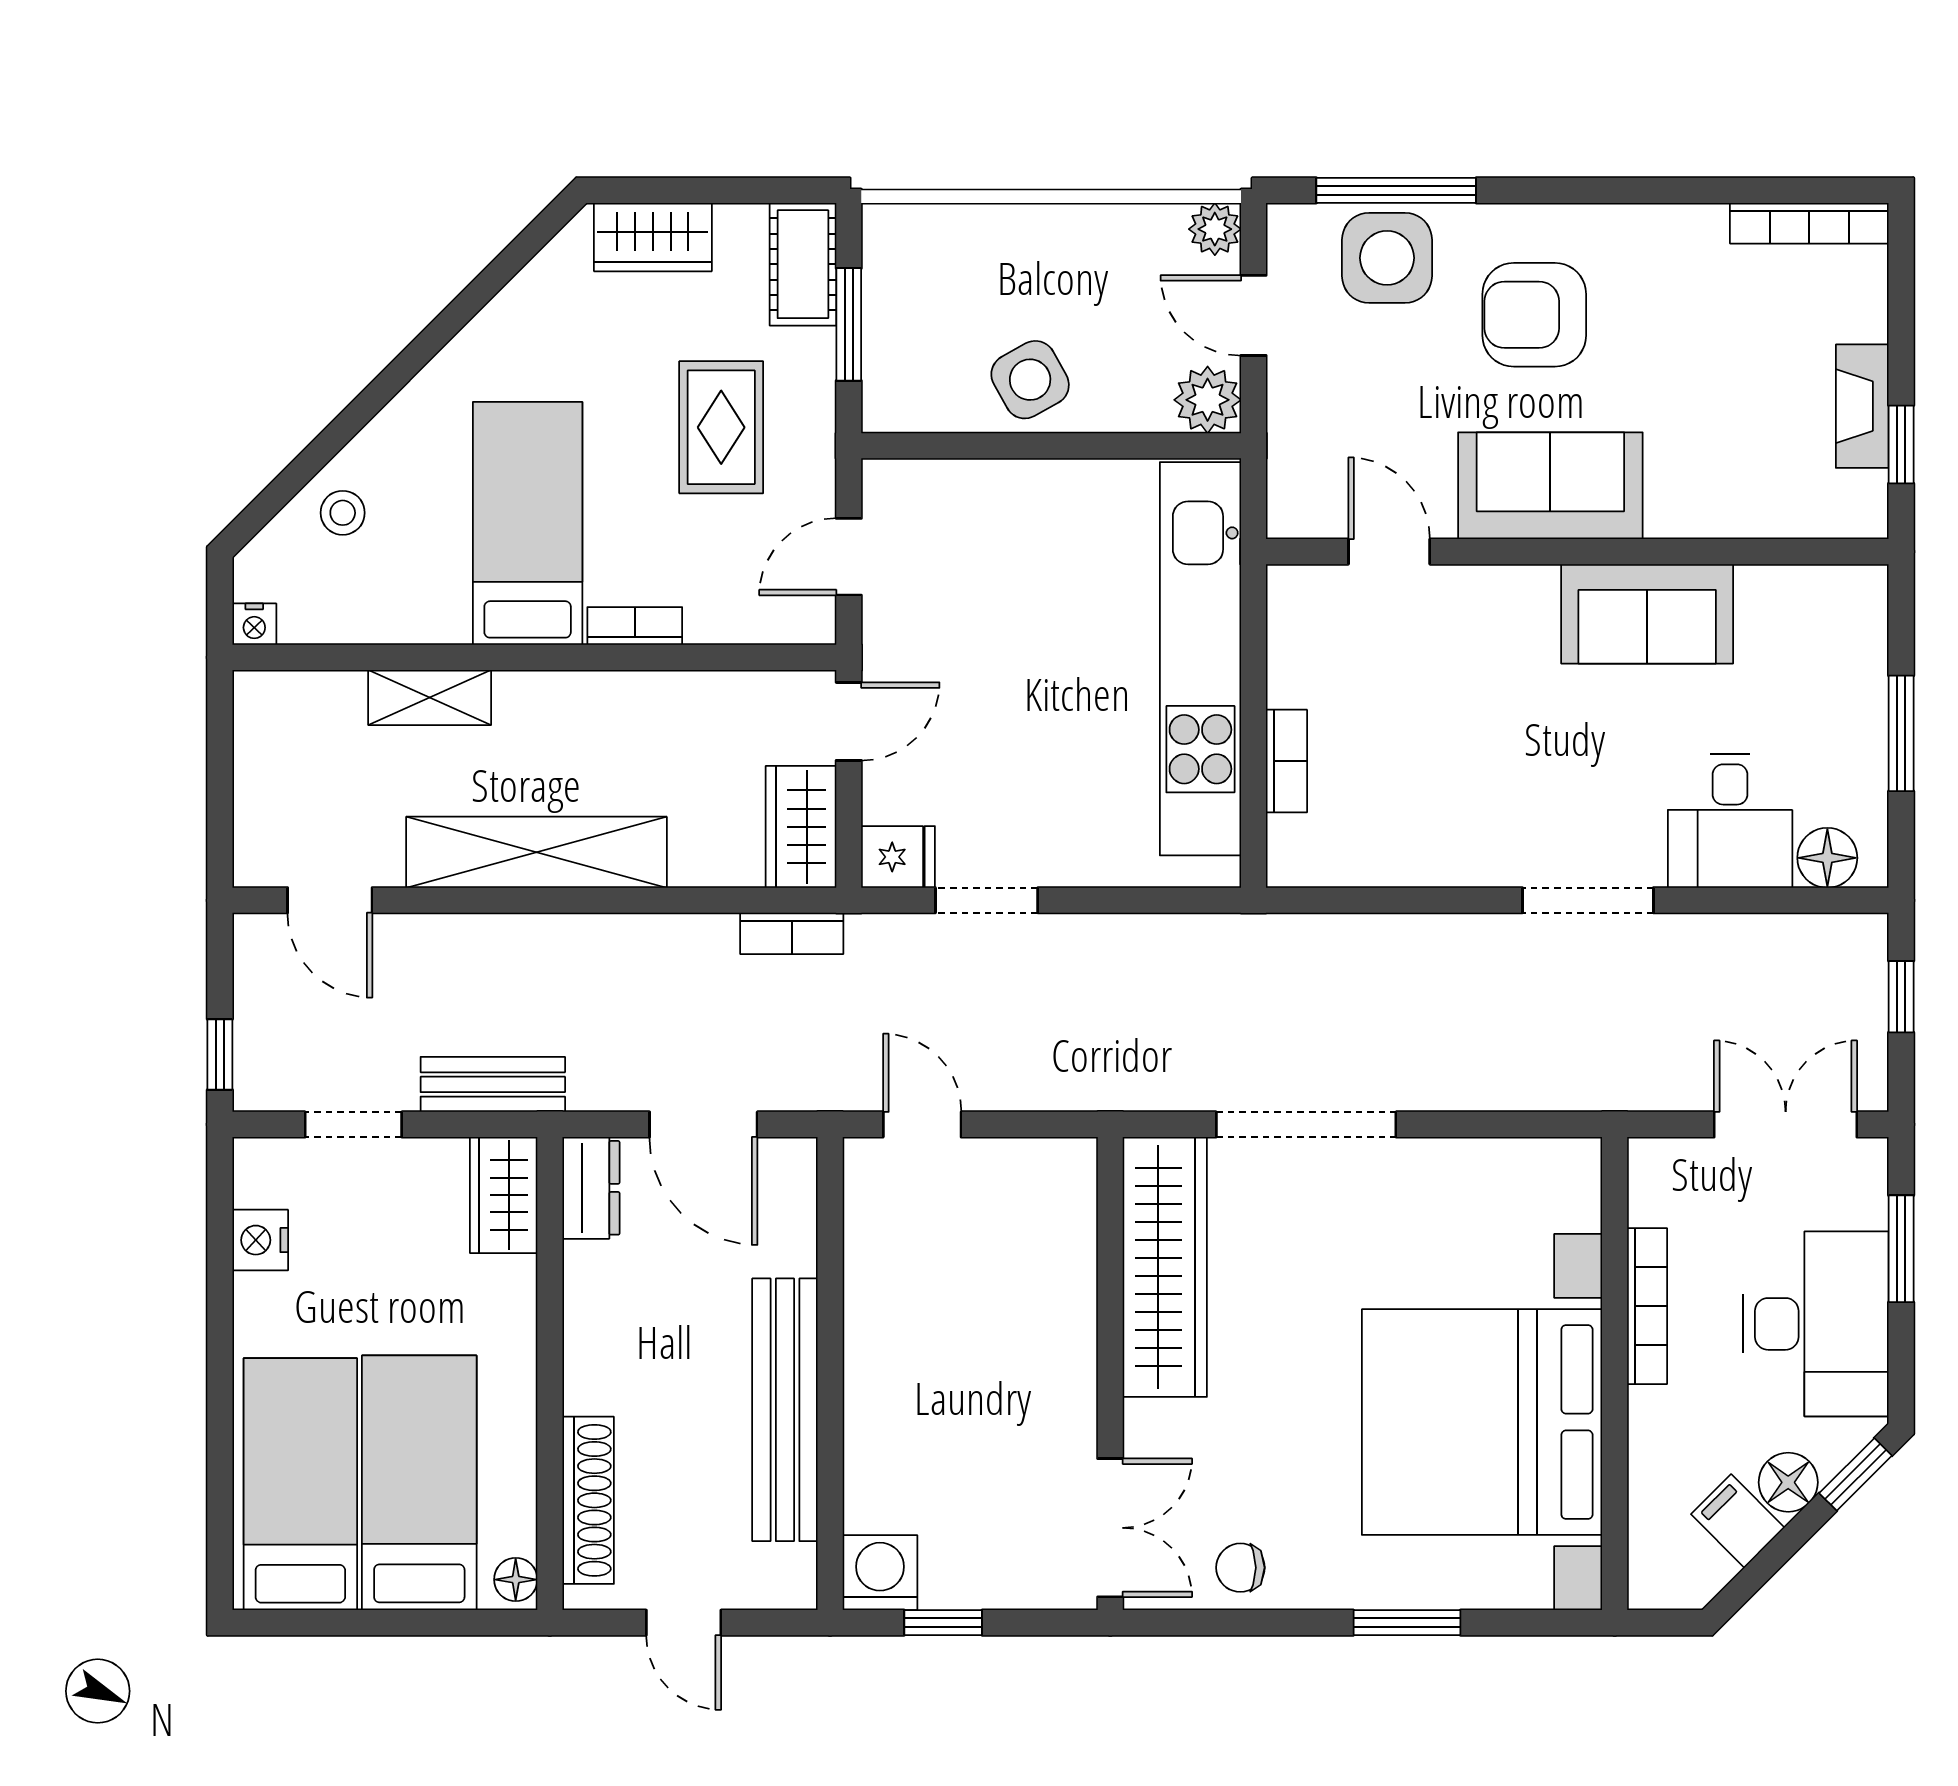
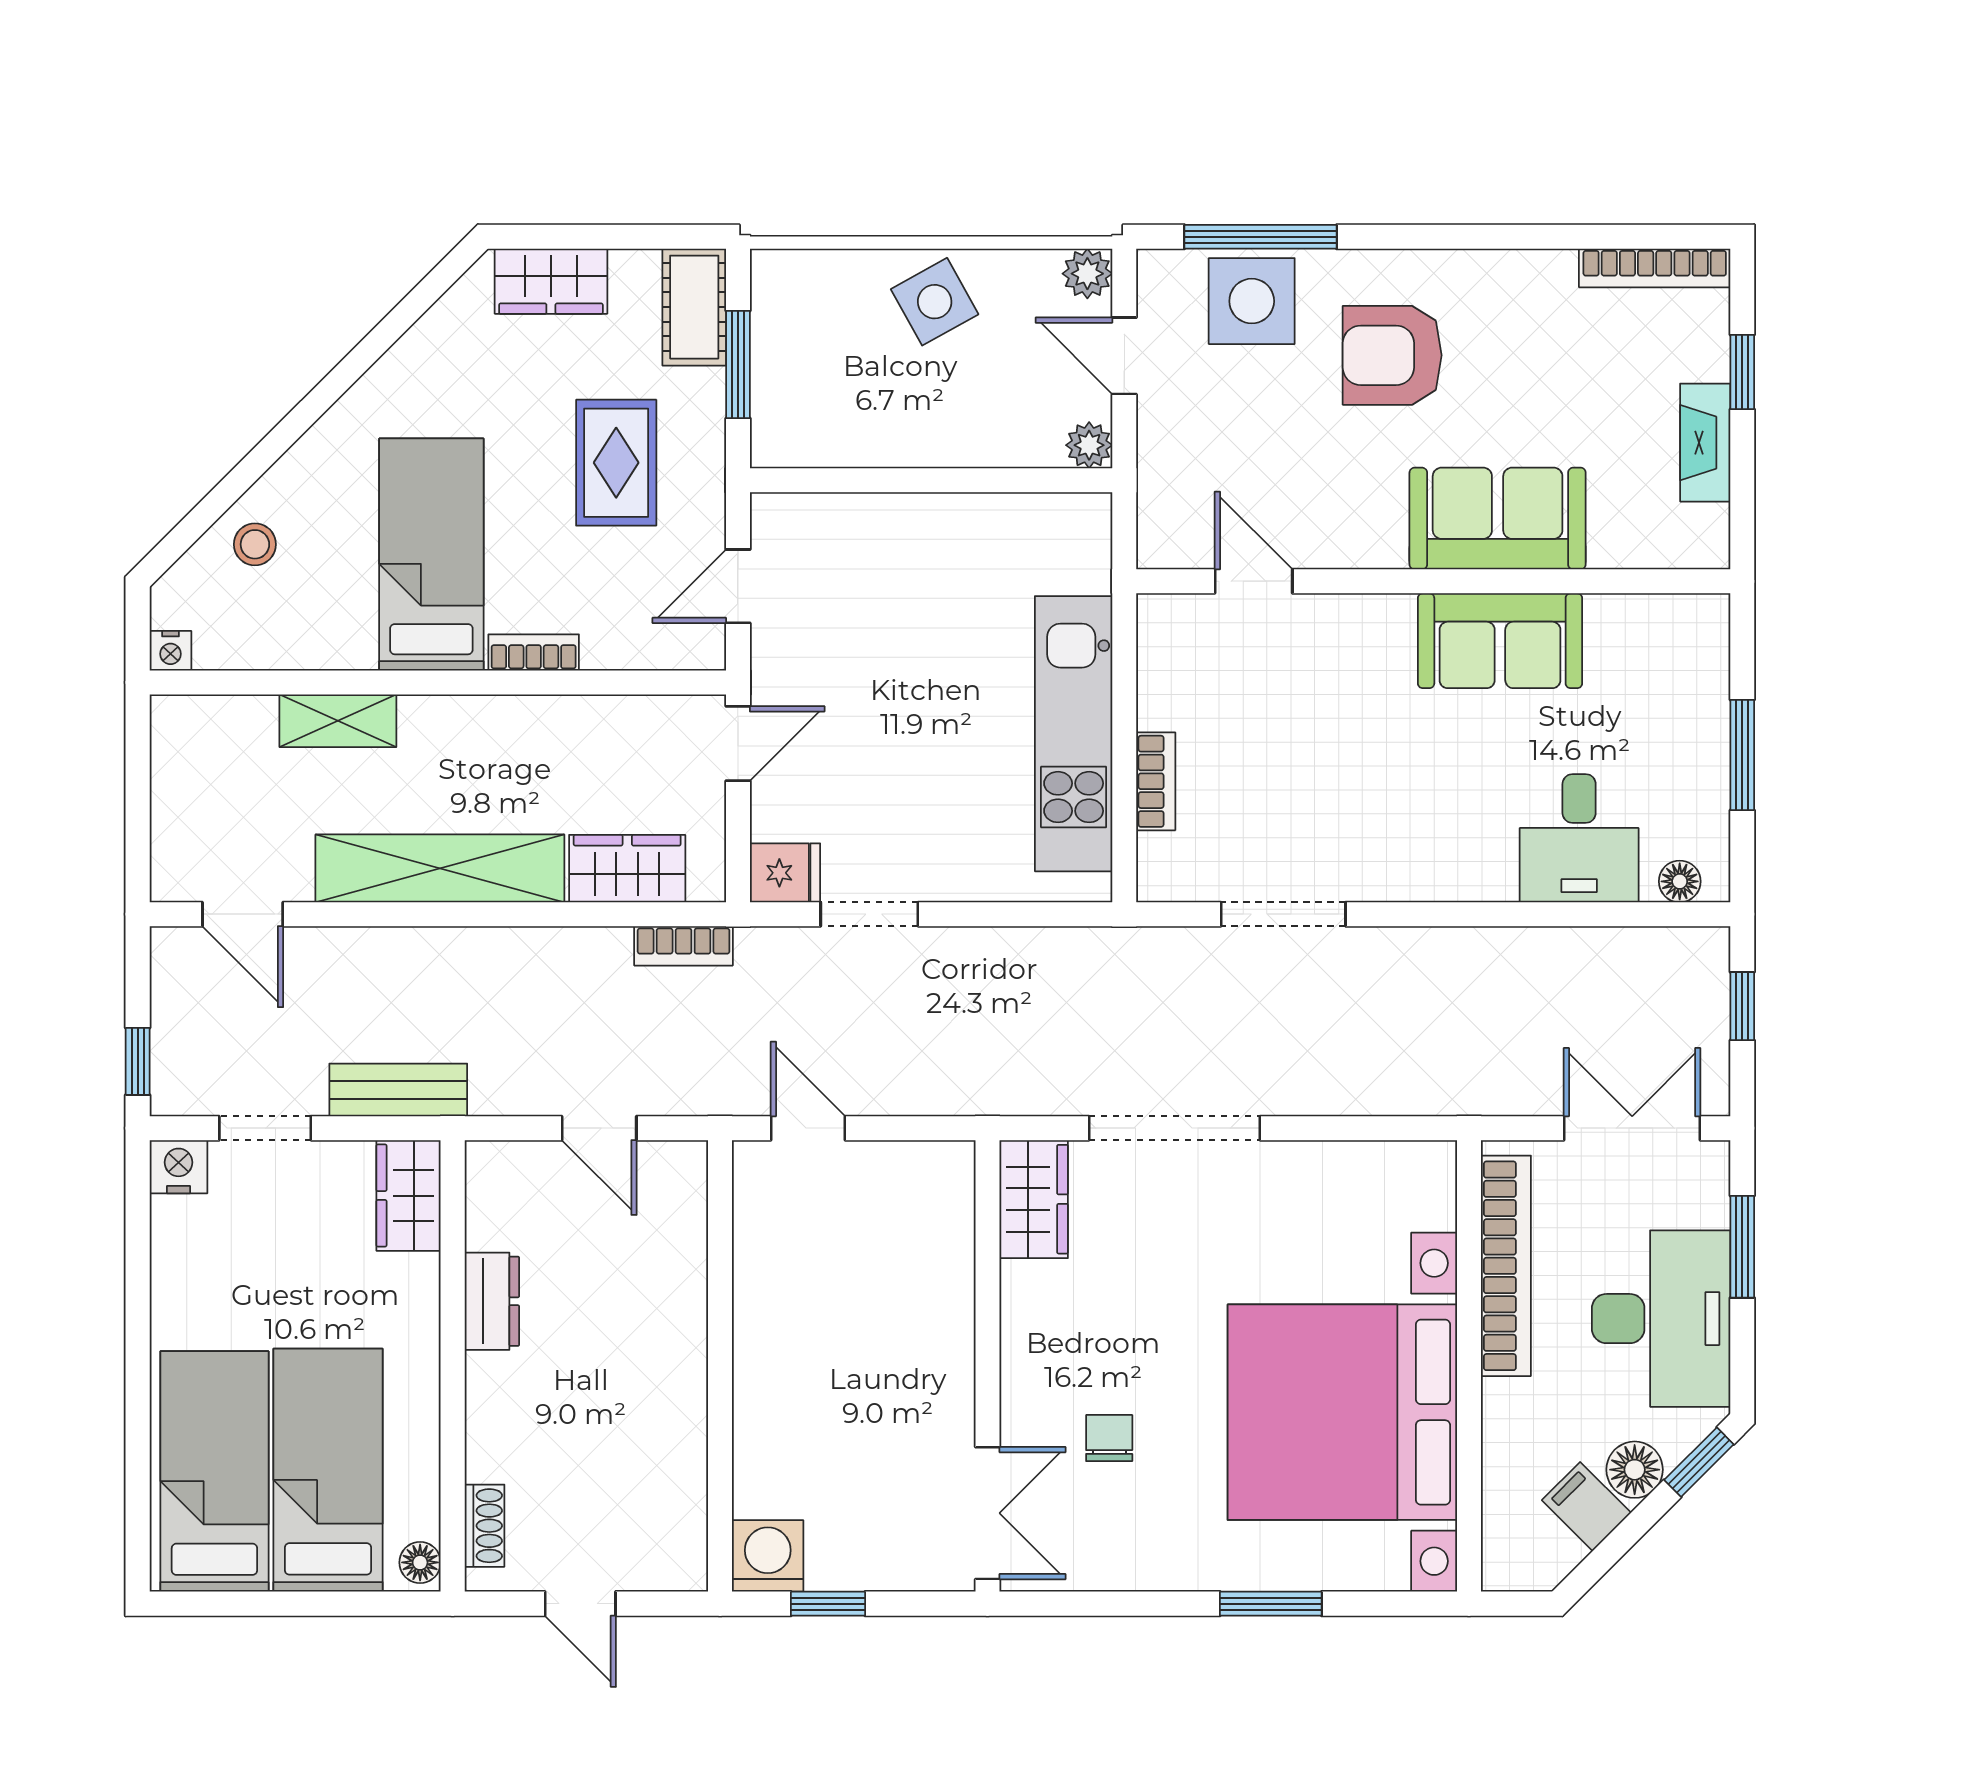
side table: (1030, 380) -> (935, 302), moved
plant: (1208, 400) -> (1089, 445), width x0.73, depth x0.73
window: (1901, 444) -> (1742, 372), moved
sofa: (1550, 486) -> (1498, 519), moved
kitchen unit: (1200, 659) -> (1074, 734), width x0.73
wardrobe: (801, 827) -> (627, 869), moved, turned 90
floor lamp: (1827, 858) -> (1680, 881), width x0.73, depth x0.73
doorway: (1588, 900) -> (1283, 914), moved
door: (703, 1124) -> (599, 1128), width x0.73
dresser: (591, 1188) -> (492, 1301), moved
nightstand: (260, 1240) -> (178, 1167), moved, turned 90
wardrobe: (1165, 1267) -> (1034, 1199), width x0.48, depth x0.85
bookcase: (1647, 1306) -> (1506, 1266), width x1.48, depth x1.31
bench: (785, 1410) -> (677, 1401), removed
shoe rack: (588, 1500) -> (484, 1526), width x0.51, depth x0.81
chair: (1240, 1568) -> (1109, 1438), moved, turned 90

